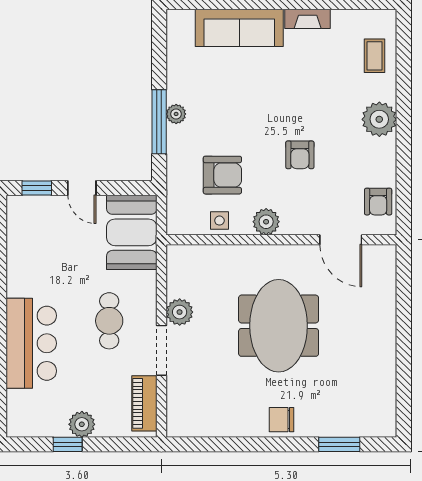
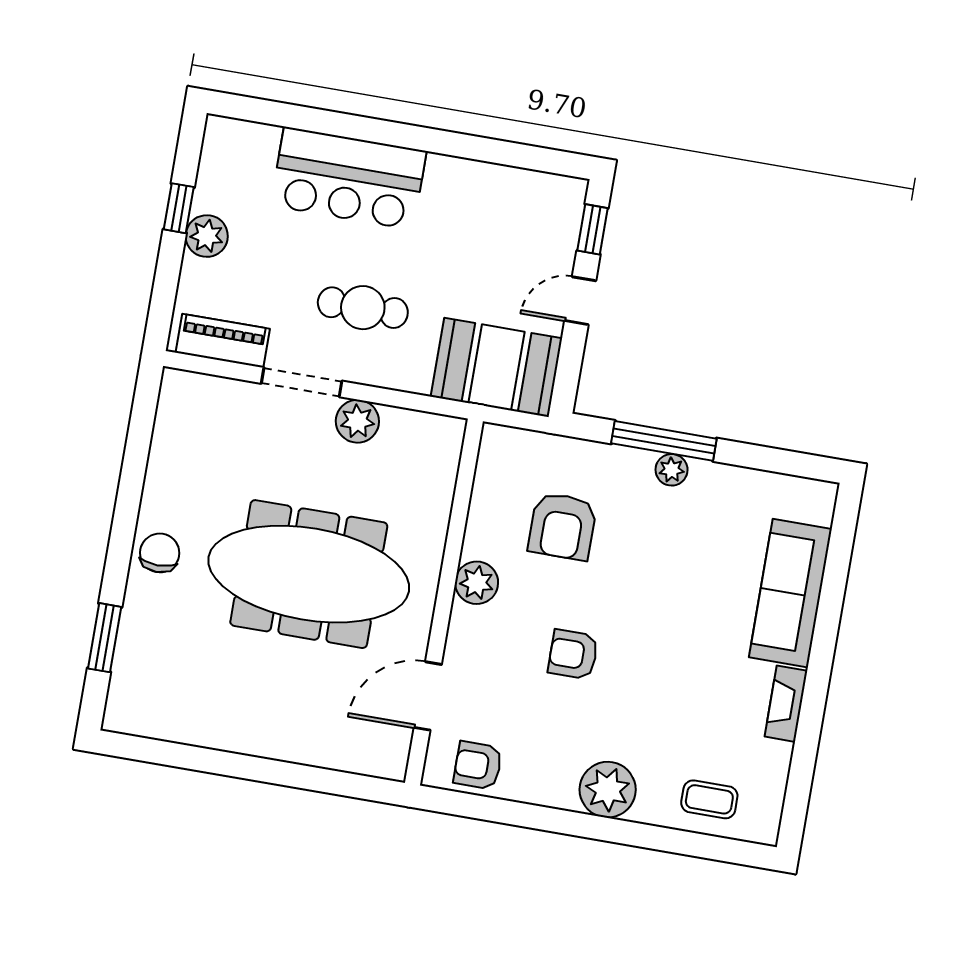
side table: (219, 221) -> (491, 509), removed
meeting table: (279, 326) -> (309, 574), width x1.36

